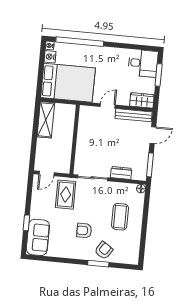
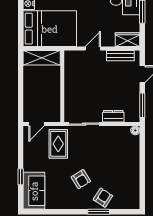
bench: (134, 115) -> (120, 56), width x0.73
shelving: (46, 120) -> (42, 58), moved, turned 90
coffee table: (120, 217) -> (116, 161), removed
armchair: (84, 231) -> (81, 179), turned -122

